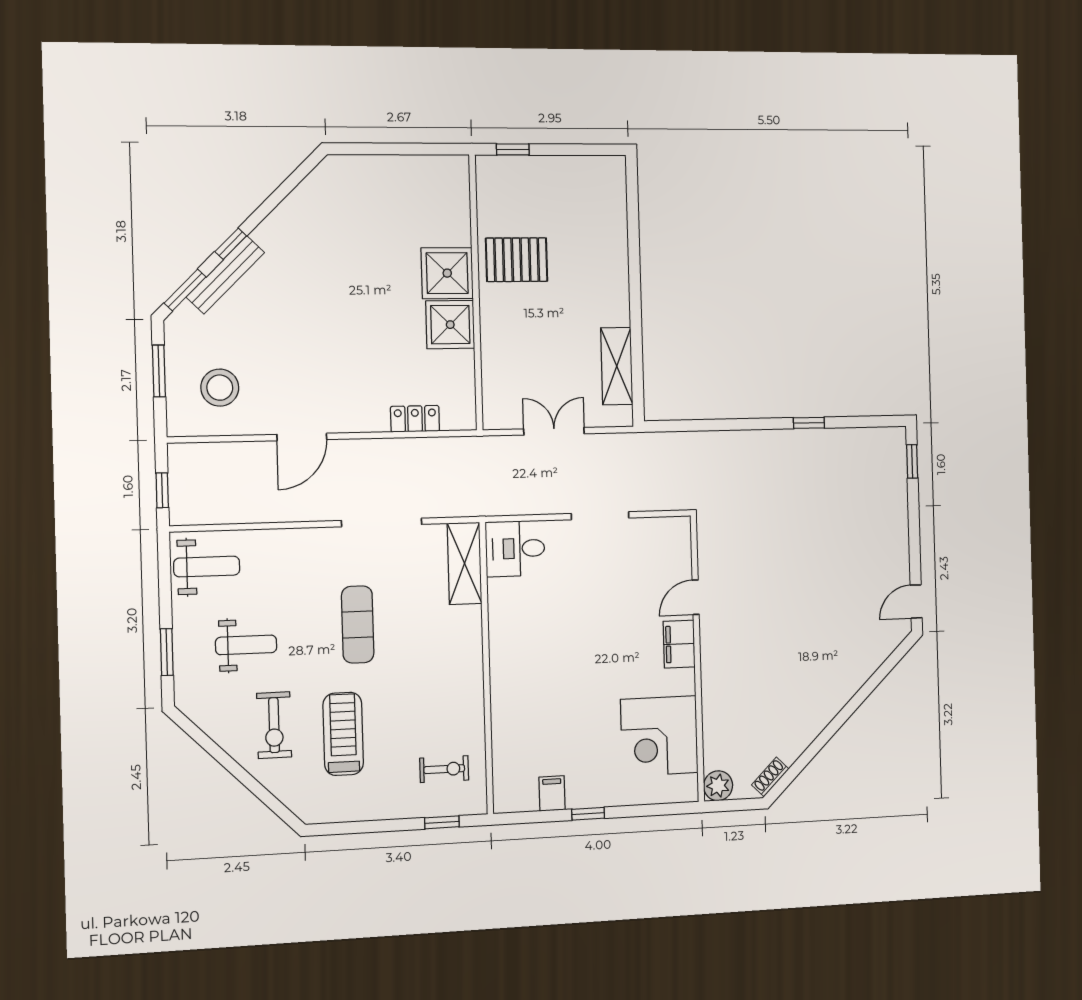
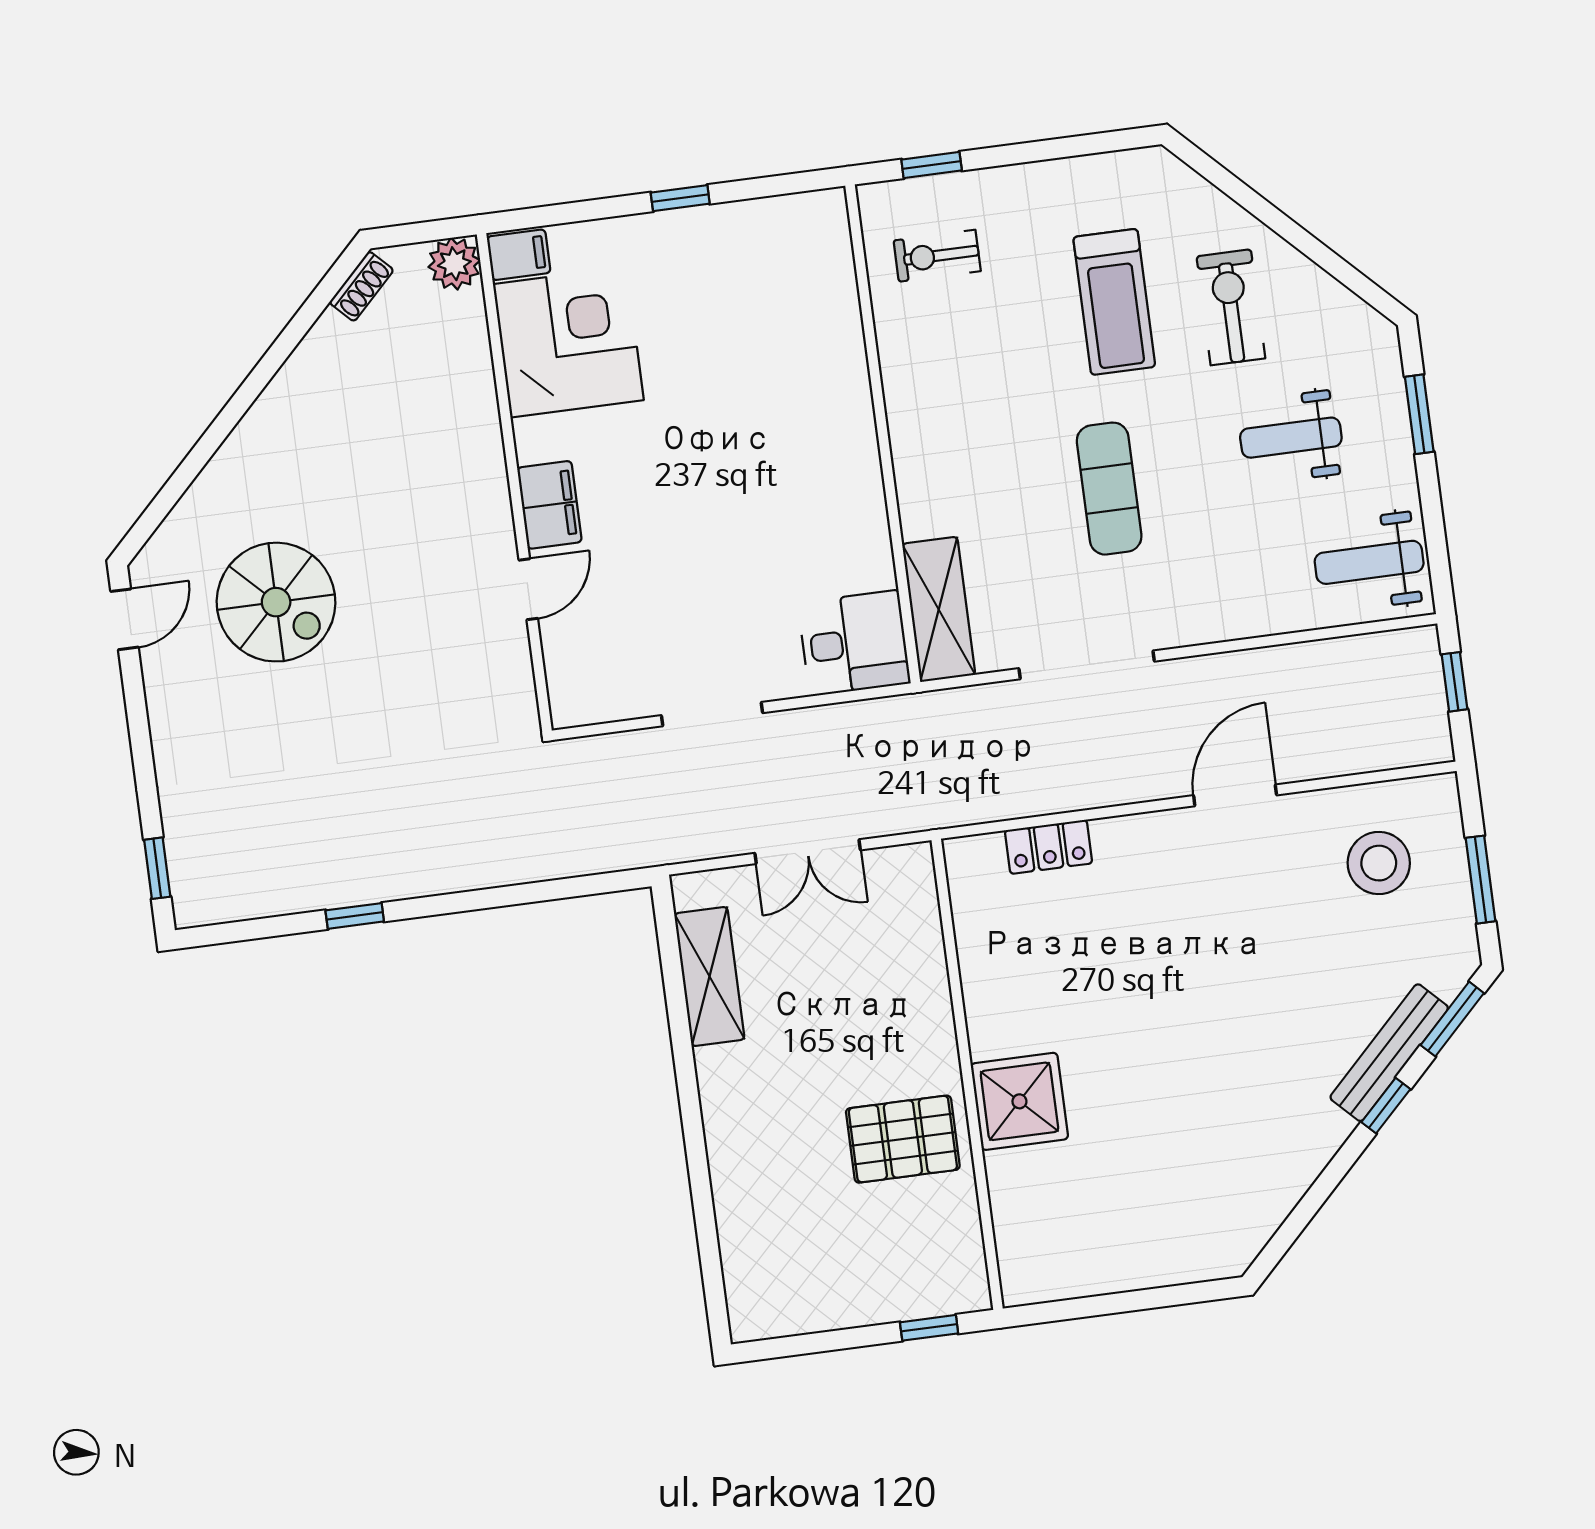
shower: (450, 325) -> (1005, 1014), removed
spiral stairs: (834, 603) -> (276, 602), added
filing cabinet: (552, 793) -> (519, 255), moved, turned -90

